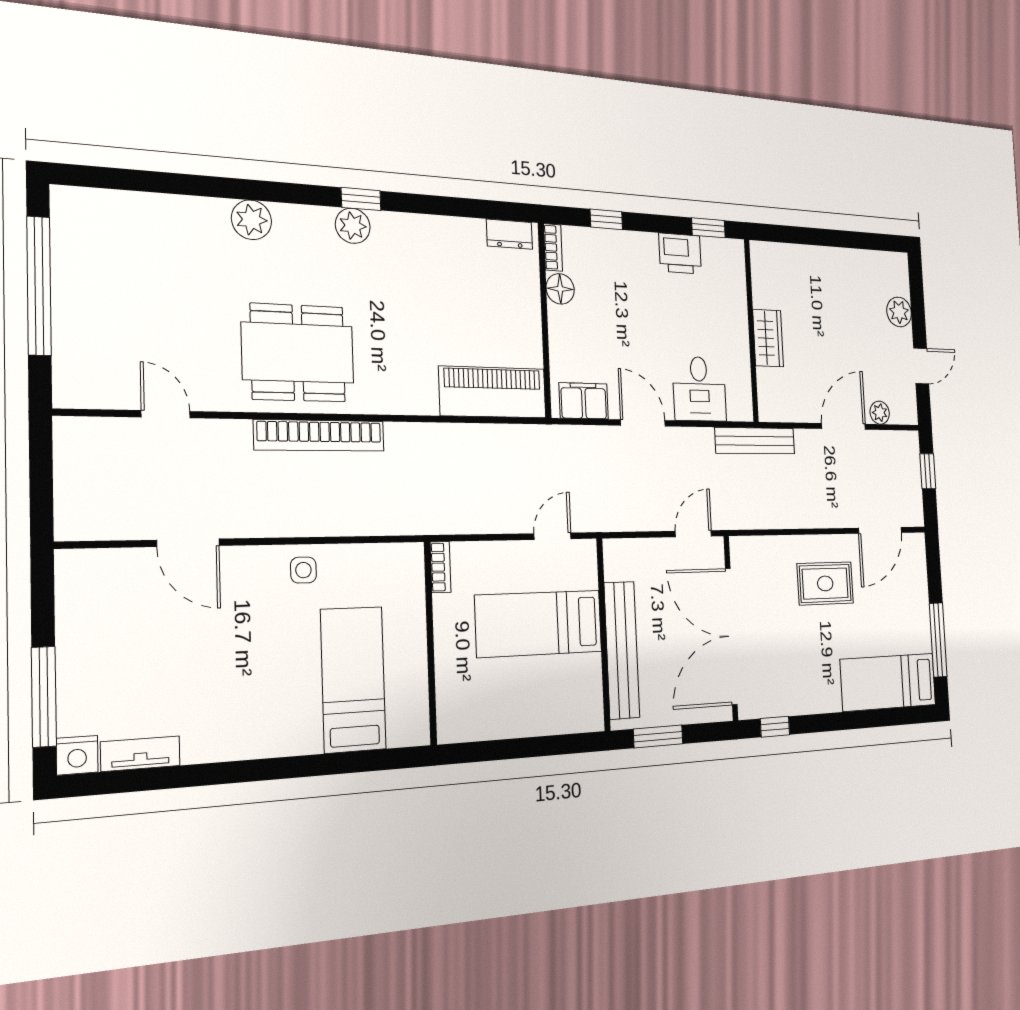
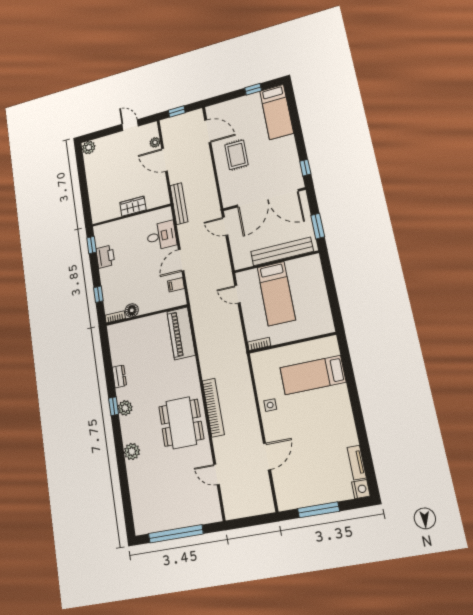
dresser: (509, 234) -> (119, 376), moved
plant: (899, 312) -> (89, 147), moved
filing cabinet: (584, 401) -> (176, 285), width x0.50
door: (166, 414) -> (217, 474), hinge flipped
window: (938, 640) -> (253, 89), width x0.46
window: (44, 697) -> (318, 510), moved

